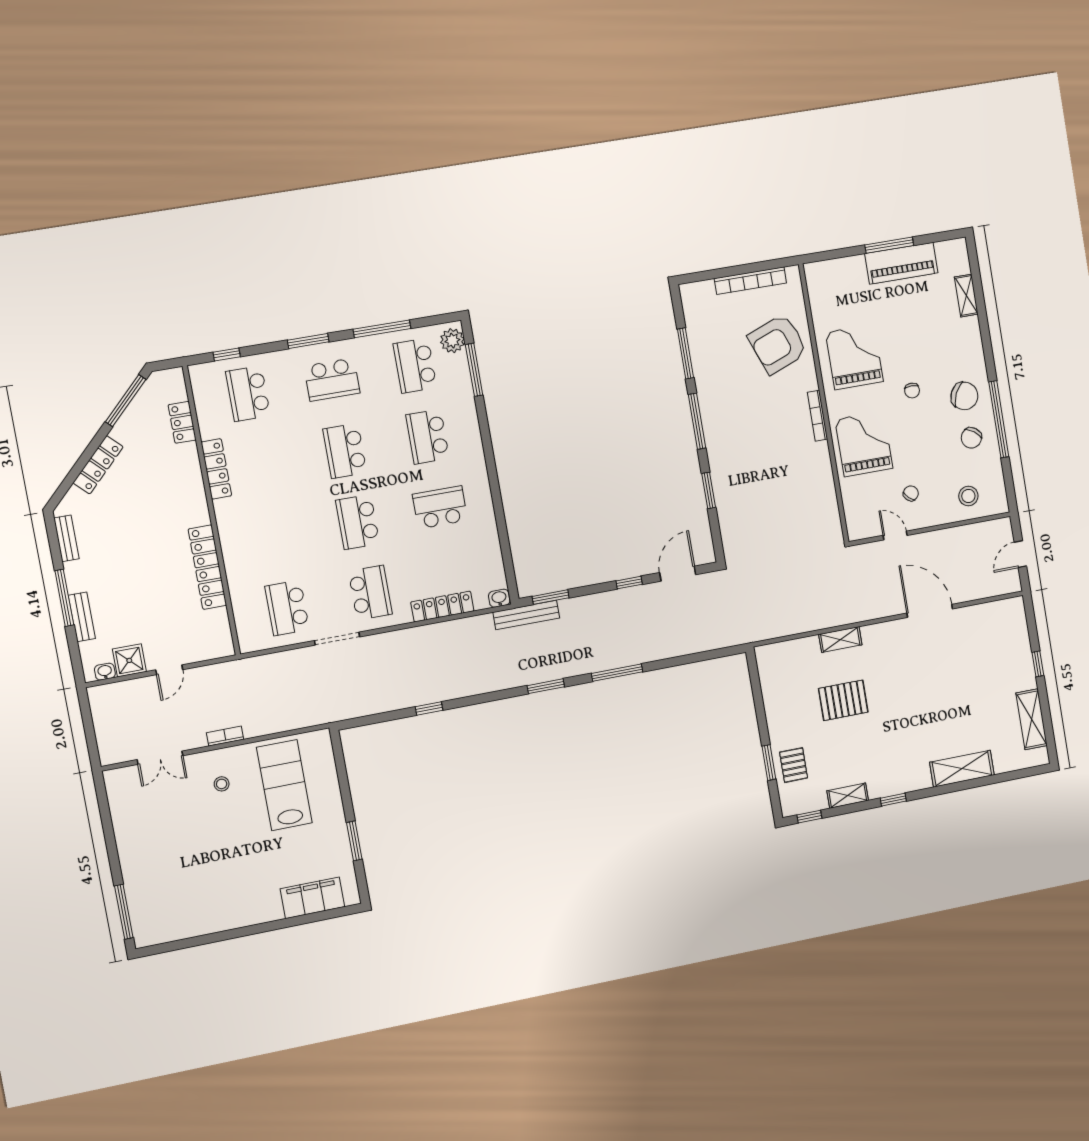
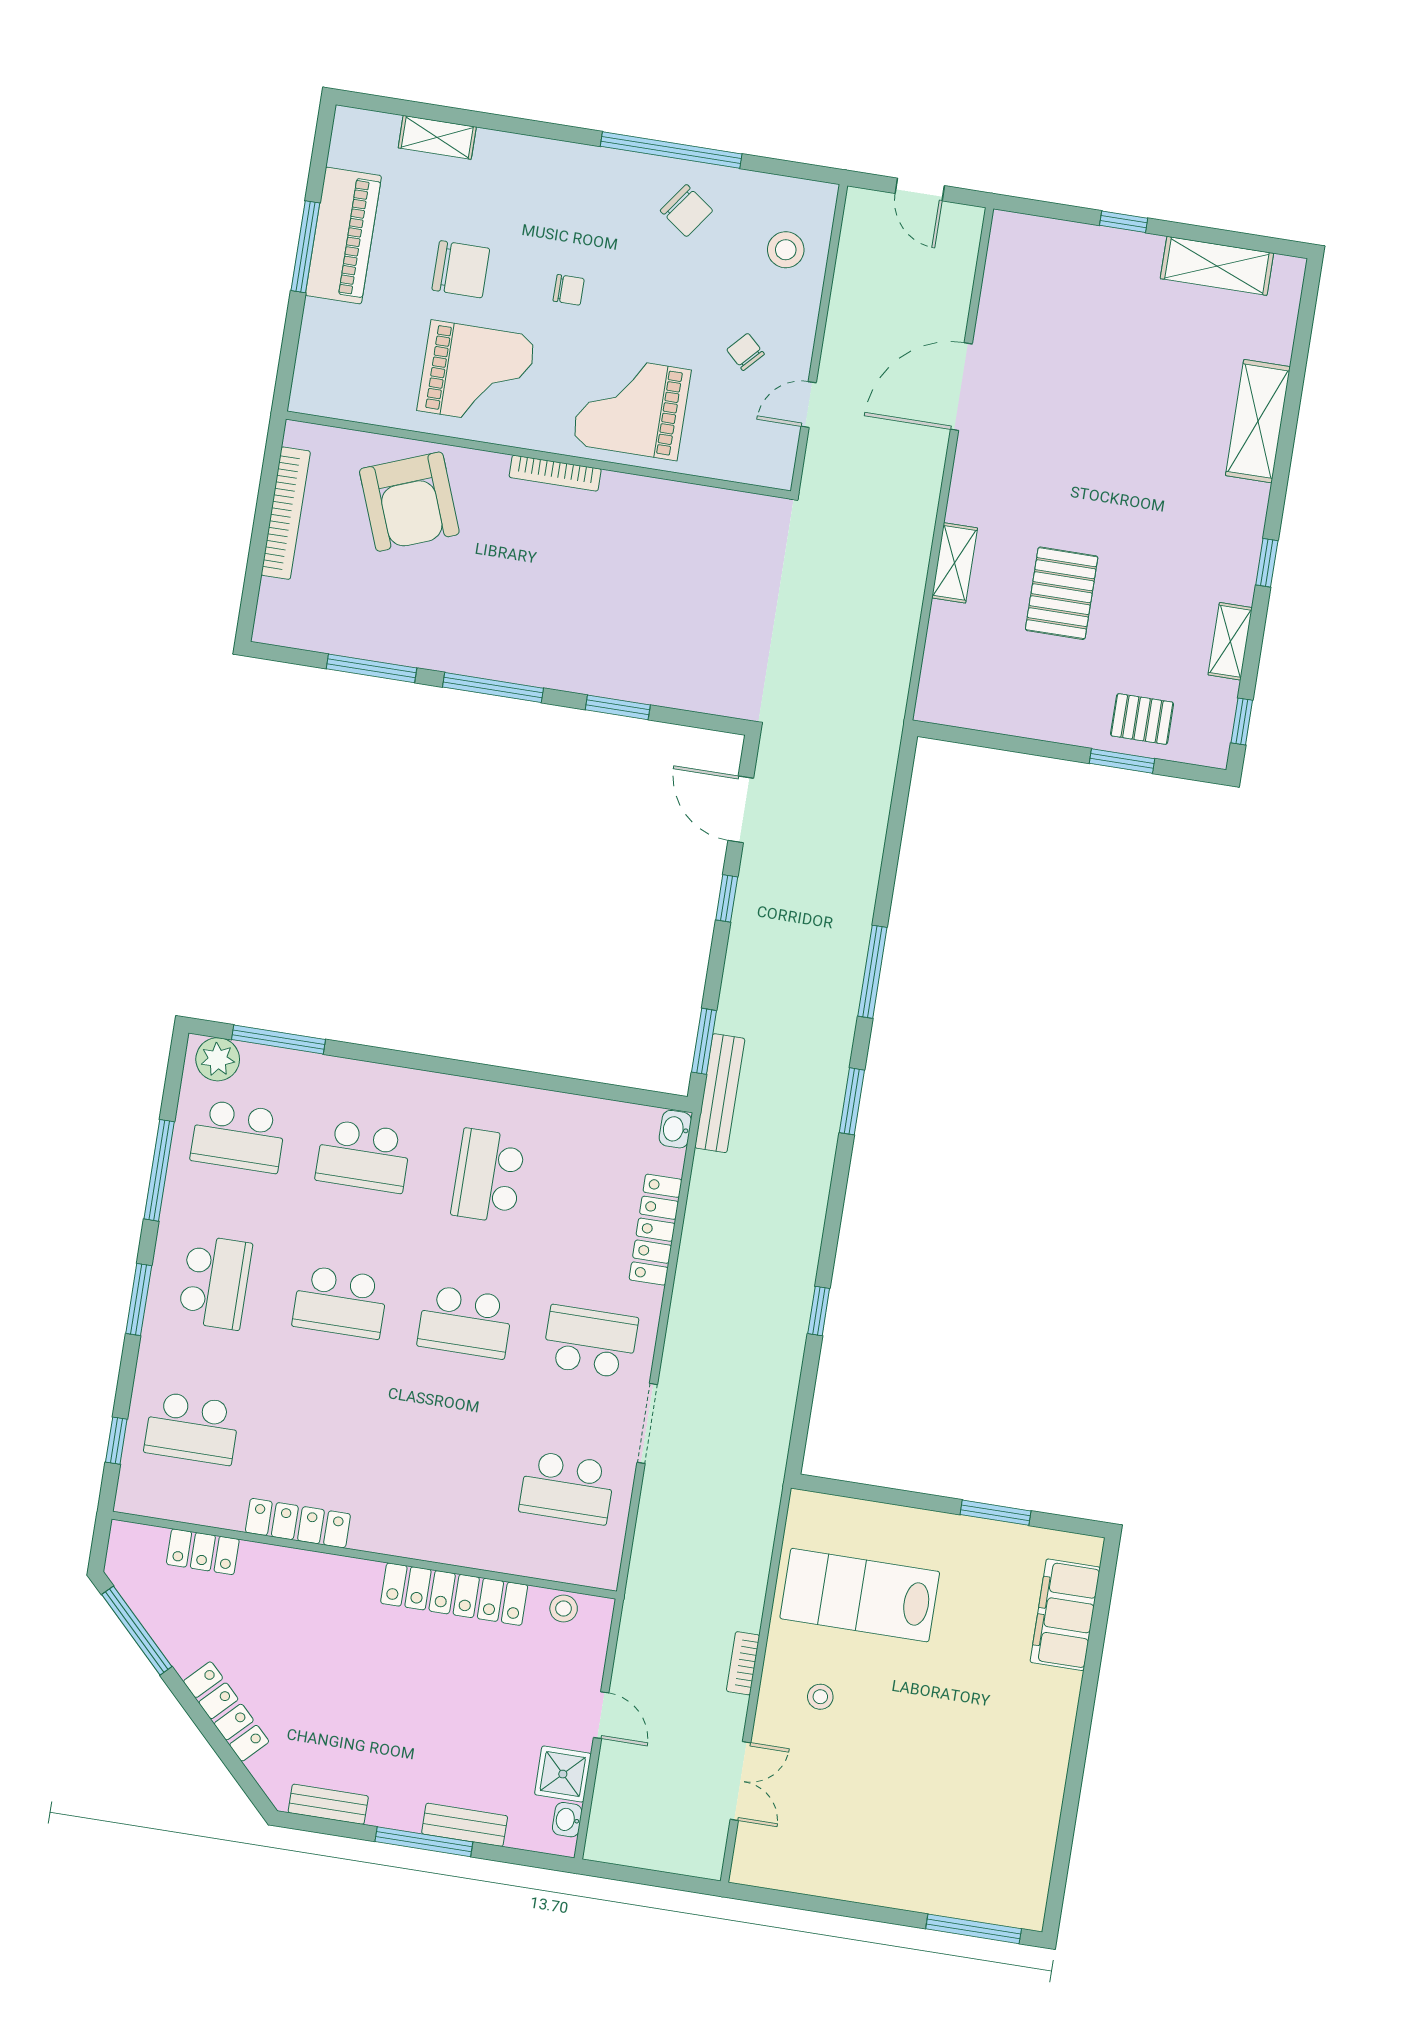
grand piano: (854, 357) -> (476, 373), turned 180
chair: (964, 396) -> (461, 269), moved, turned 64
stool: (221, 629) -> (564, 1609), added

